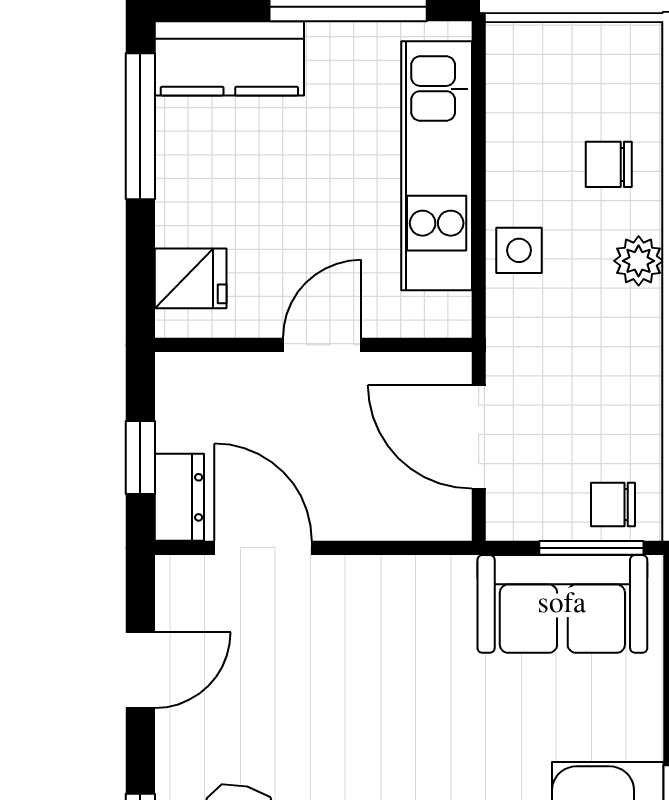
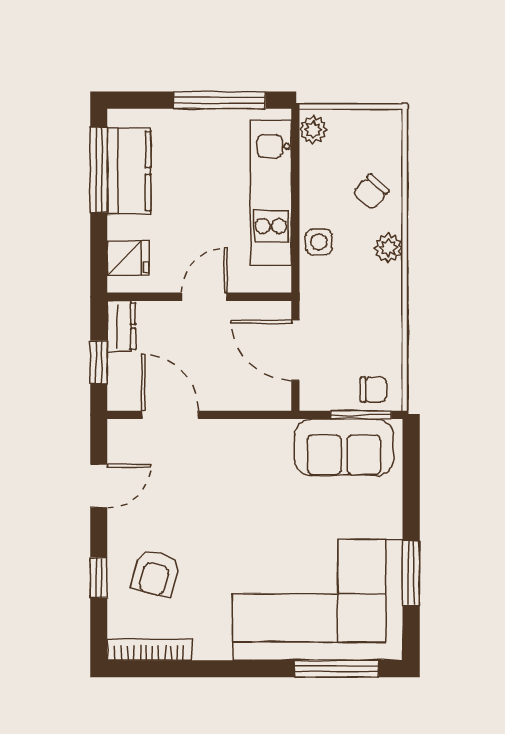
plant: (509, 57) -> (313, 130), added
kitchen counter: (229, 58) -> (129, 171), moved, turned -90
chair: (609, 164) -> (371, 192), turned -49
dresser: (179, 497) -> (122, 326), moved
chair: (613, 504) -> (373, 390), turned 180

